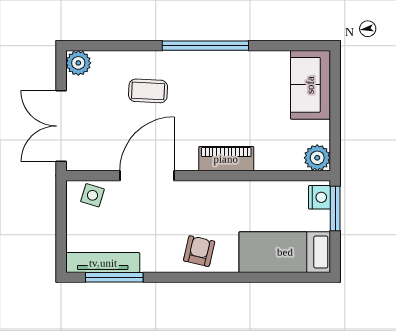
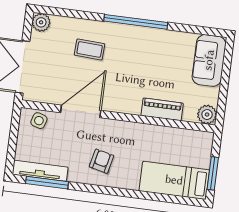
piano: (226, 159) -> (162, 109), moved
nightstand: (319, 197) -> (205, 144), removed
window: (335, 208) -> (213, 173), moved
armchair: (199, 251) -> (102, 161), moved

